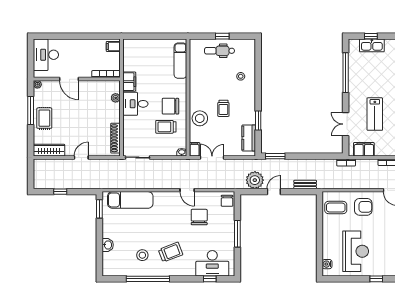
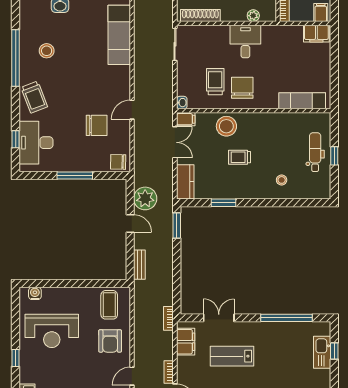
filing cabinet: (129, 82) -> (316, 34), moved
kitchen counter: (249, 138) -> (185, 182), moved, turned 90
trolley: (171, 252) -> (34, 97), moved

